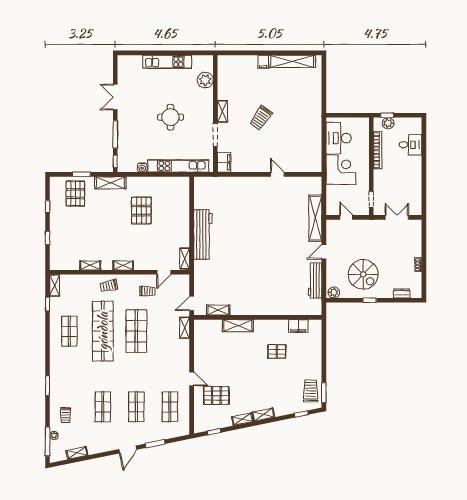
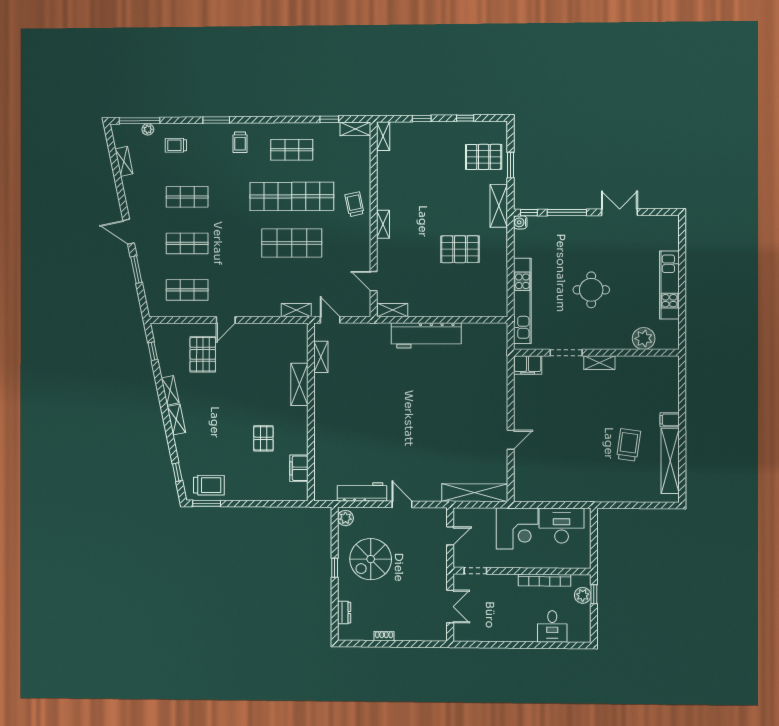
trolley: (261, 118) -> (629, 445), moved, turned 63
water cooler: (142, 167) -> (520, 222), moved
shelving: (315, 218) -> (475, 493), moved
shelving: (90, 265) -> (383, 136), moved
trolley: (147, 291) -> (240, 142), moved

